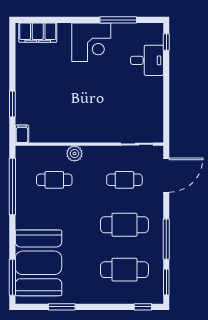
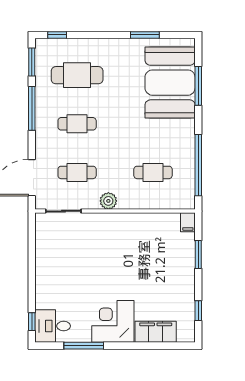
filing cabinet: (38, 33) -> (156, 332), moved
window: (12, 52) -> (198, 311), added
desk: (147, 60) -> (53, 326), moved
plant: (74, 154) -> (108, 201), moved
cafe table: (124, 225) -> (77, 124), width x0.73, depth x0.74
window: (12, 277) -> (198, 86), moved

